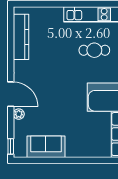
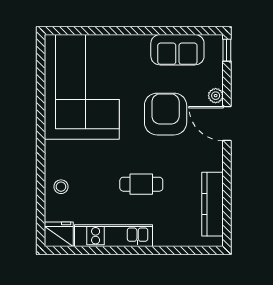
cafe table: (94, 50) -> (141, 184), moved
armchair: (54, 101) -> (166, 114), added

